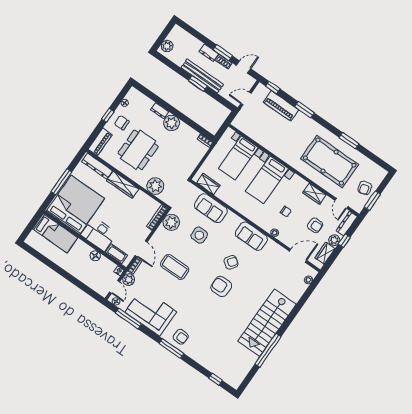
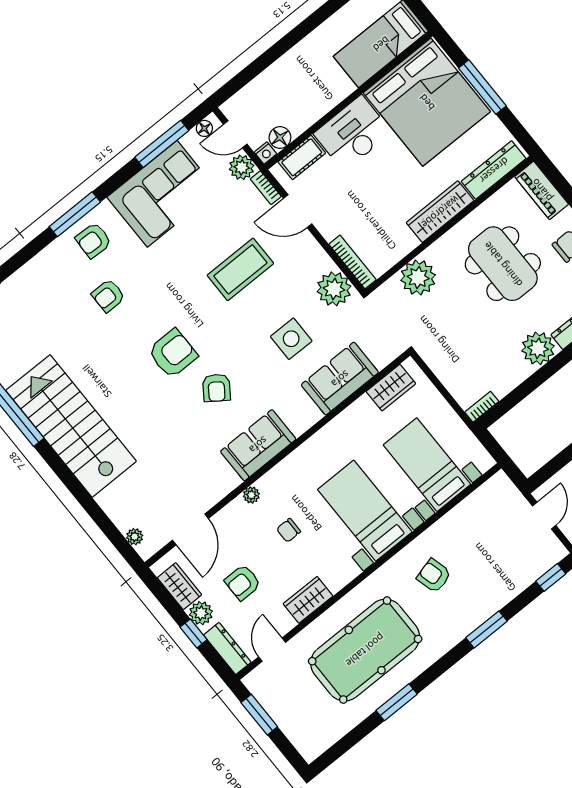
piano: (281, 106) -> (508, 583), removed
armchair: (365, 188) -> (434, 576), moved
door: (341, 203) -> (272, 650), hinge flipped
floor lamp: (95, 256) -> (280, 138), moved
armchair: (204, 323) -> (108, 296), added

